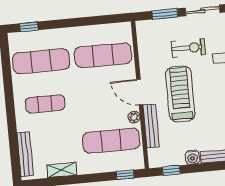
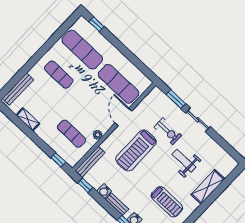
door: (140, 92) -> (123, 117), moved
treadmill: (180, 94) -> (136, 150), turned 180
bench: (151, 126) -> (90, 162), moved
exercise mat: (111, 141) -> (72, 134), width x0.73, depth x0.69

